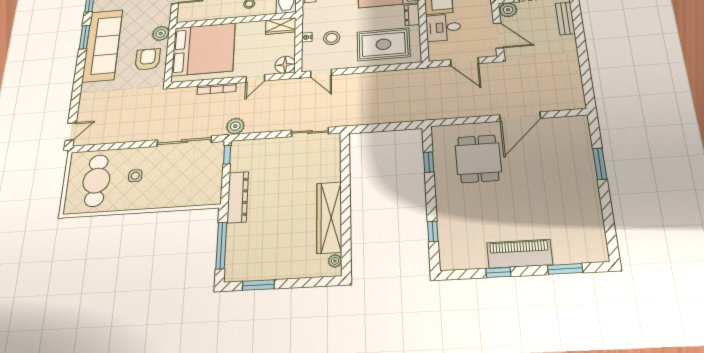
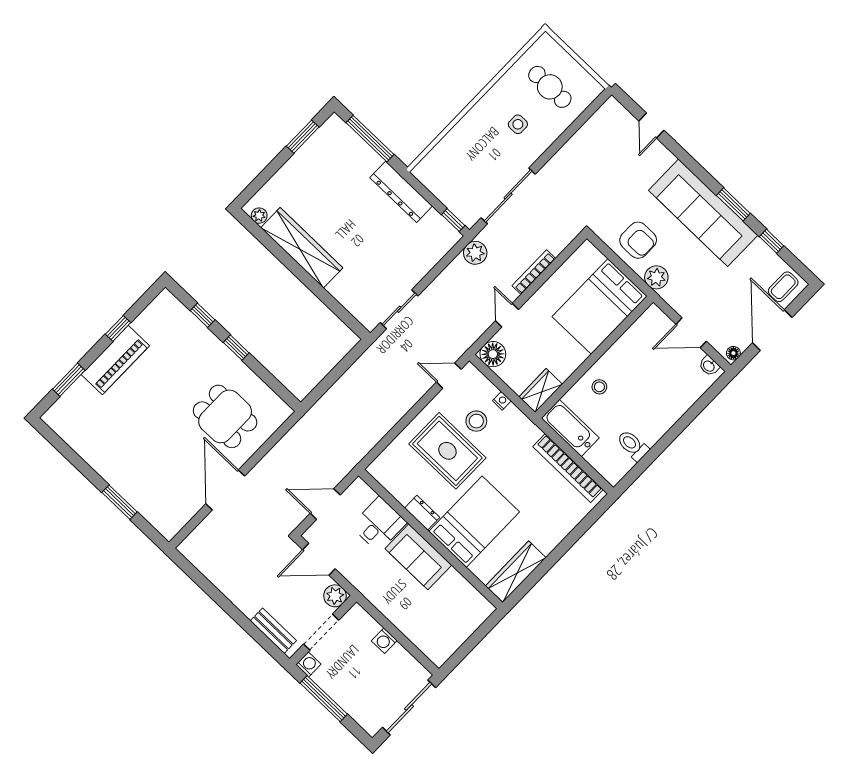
rug: (383, 44) -> (447, 451), moved, turned 90
bed: (203, 49) -> (600, 306), width x0.73
door: (71, 132) -> (651, 126), moved
window: (429, 162) -> (236, 348), moved
cafe table: (96, 181) -> (550, 87), width x0.73, depth x0.74

